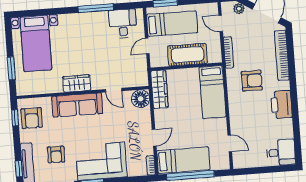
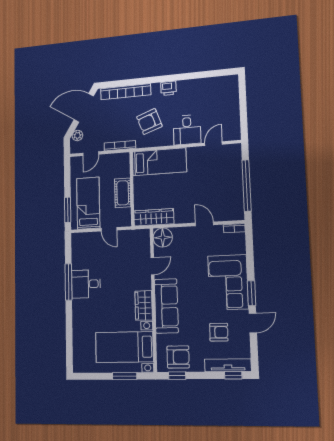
desk: (123, 24) -> (86, 284), moved
bed with nightstands: (36, 43) -> (124, 347), moved, turned 180
cot: (187, 55) -> (123, 193), width x0.73, depth x0.75
armchair: (252, 81) -> (149, 122), turned -110
printer: (281, 105) -> (168, 88), width x0.53, depth x0.68
desk: (281, 152) -> (187, 130), moved, turned 180
bed: (183, 160) -> (230, 193), removed

